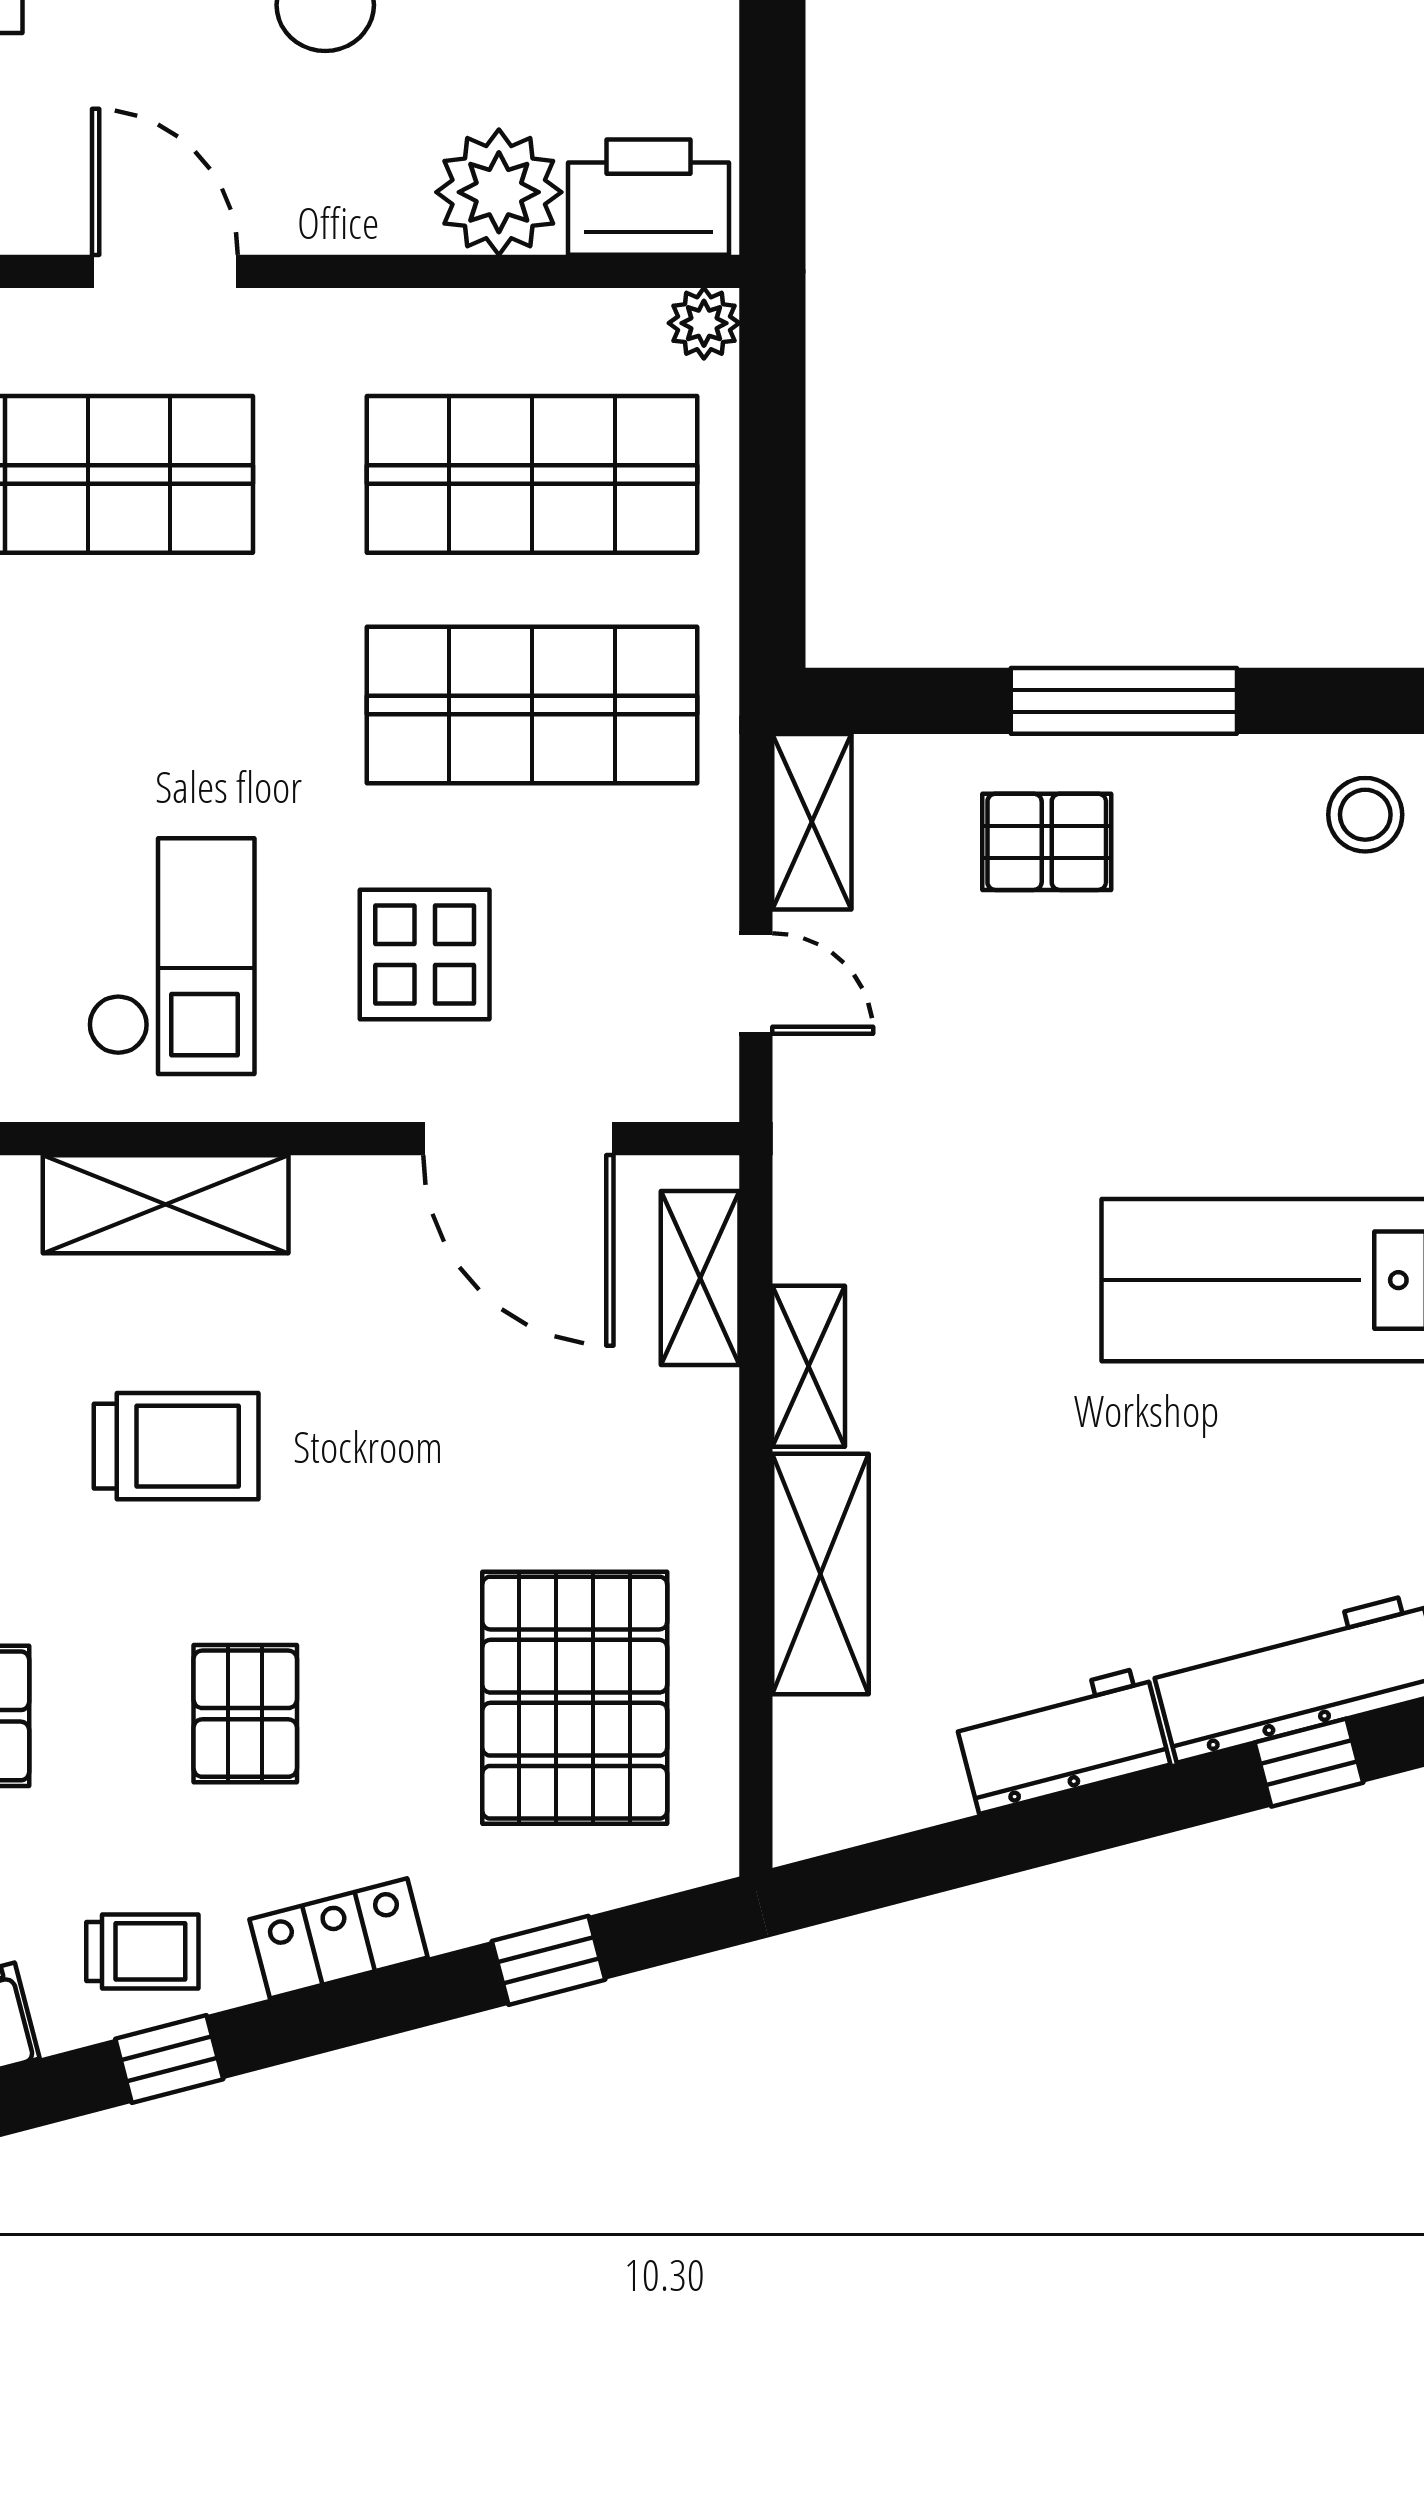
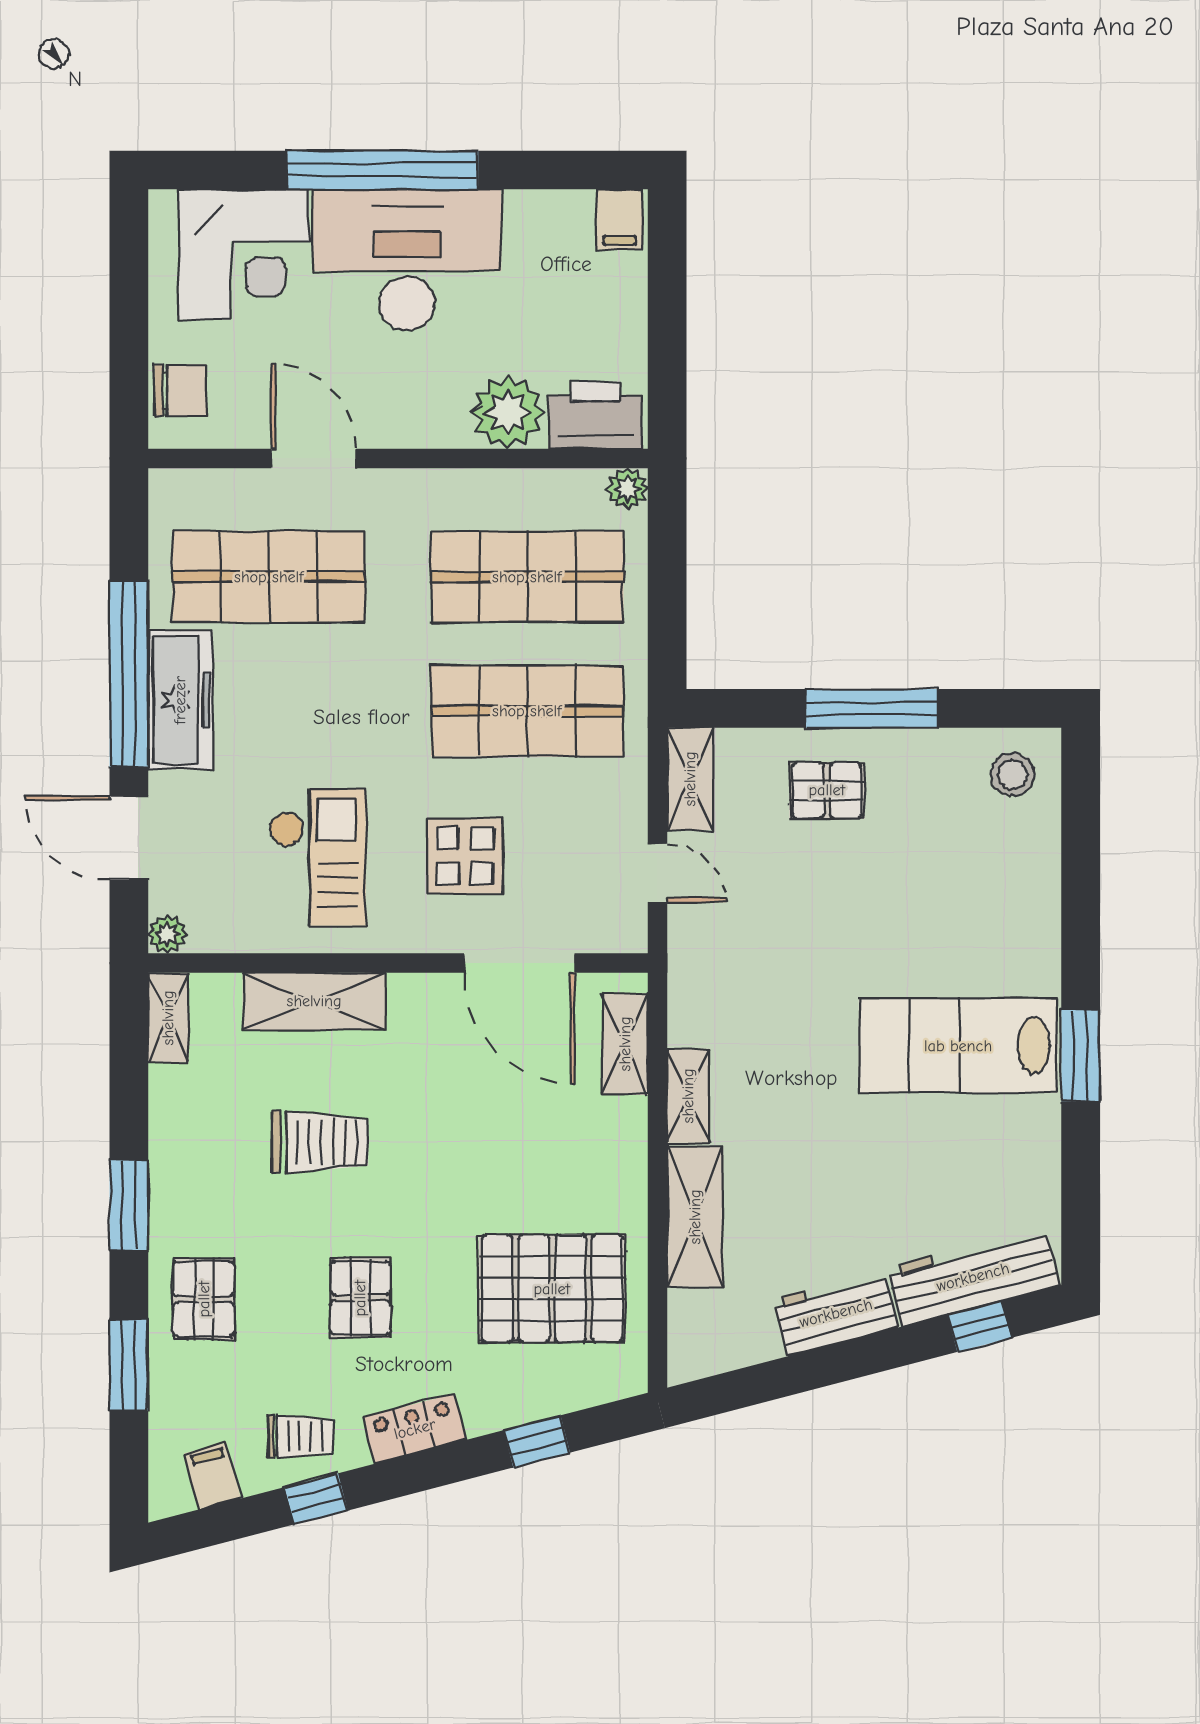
pallet: (575, 1698) -> (552, 1289), turned 90

